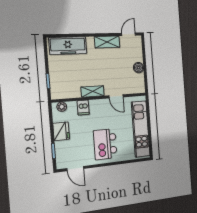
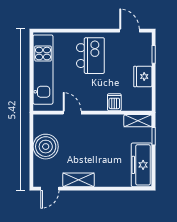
freezer: (68, 46) -> (142, 165), moved, turned -90
boiler: (139, 68) -> (46, 147), width x1.86, depth x1.86
shelving: (93, 91) -> (138, 121), moved
plant: (62, 107) -> (140, 105), removed

